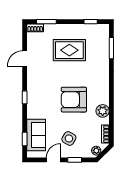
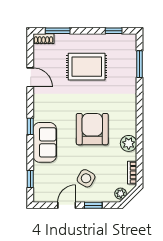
door: (25, 59) -> (30, 77), swing flipped
armchair: (74, 100) -> (92, 129), turned 90
sofa: (36, 135) -> (45, 142), moved

